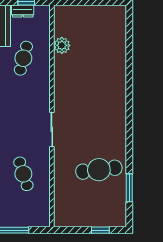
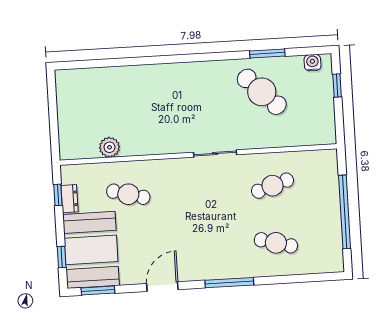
cafe table: (99, 170) -> (262, 92), turned -38
window: (129, 188) -> (267, 53), moved
water cooler: (120, 212) -> (312, 63), added

